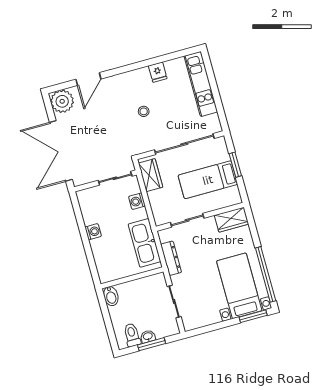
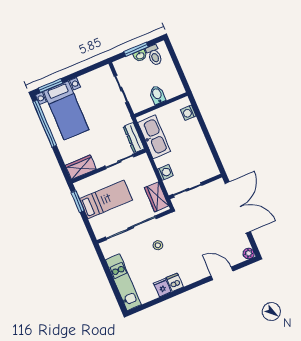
dishwasher: (143, 76) -> (175, 282), added
door: (88, 79) -> (222, 273), hinge flipped
plant: (62, 101) -> (249, 253), width x0.53, depth x0.53
stool: (144, 111) -> (158, 245), moved
window: (235, 165) -> (78, 201), moved
washing machine: (93, 232) -> (188, 113), moved
dresser: (171, 258) -> (134, 138), moved
bidet: (111, 296) -> (157, 95), moved

